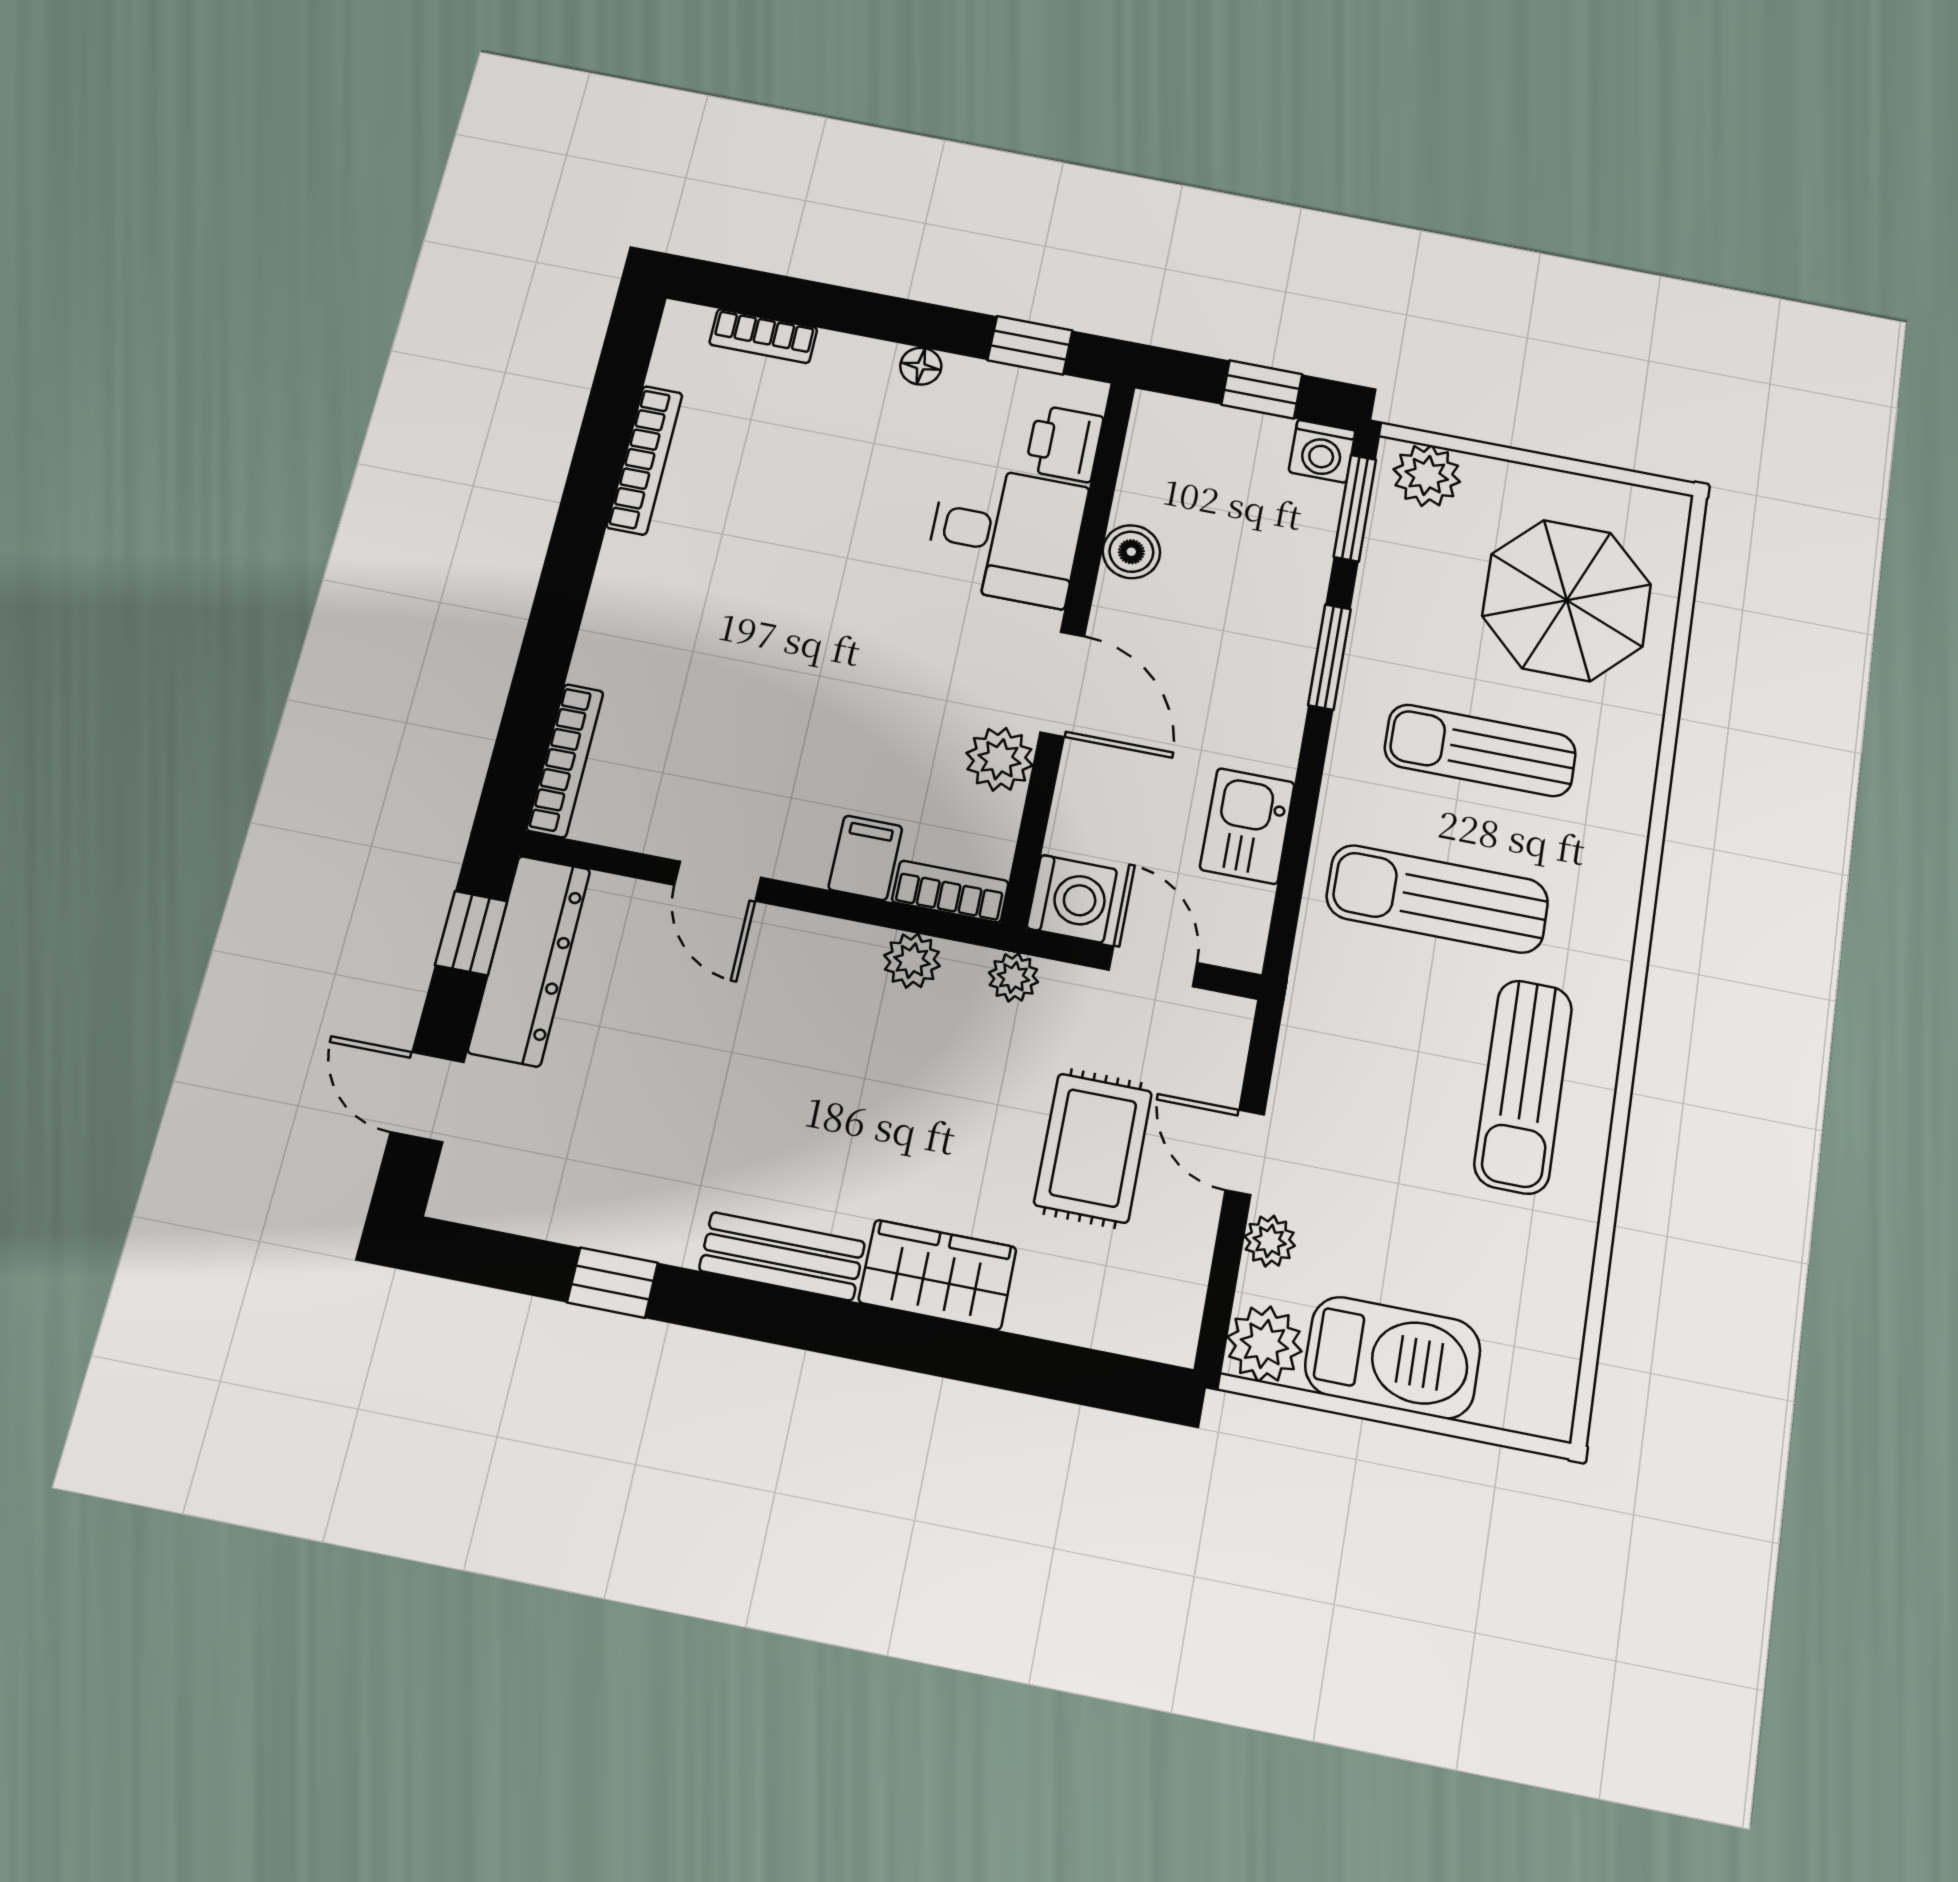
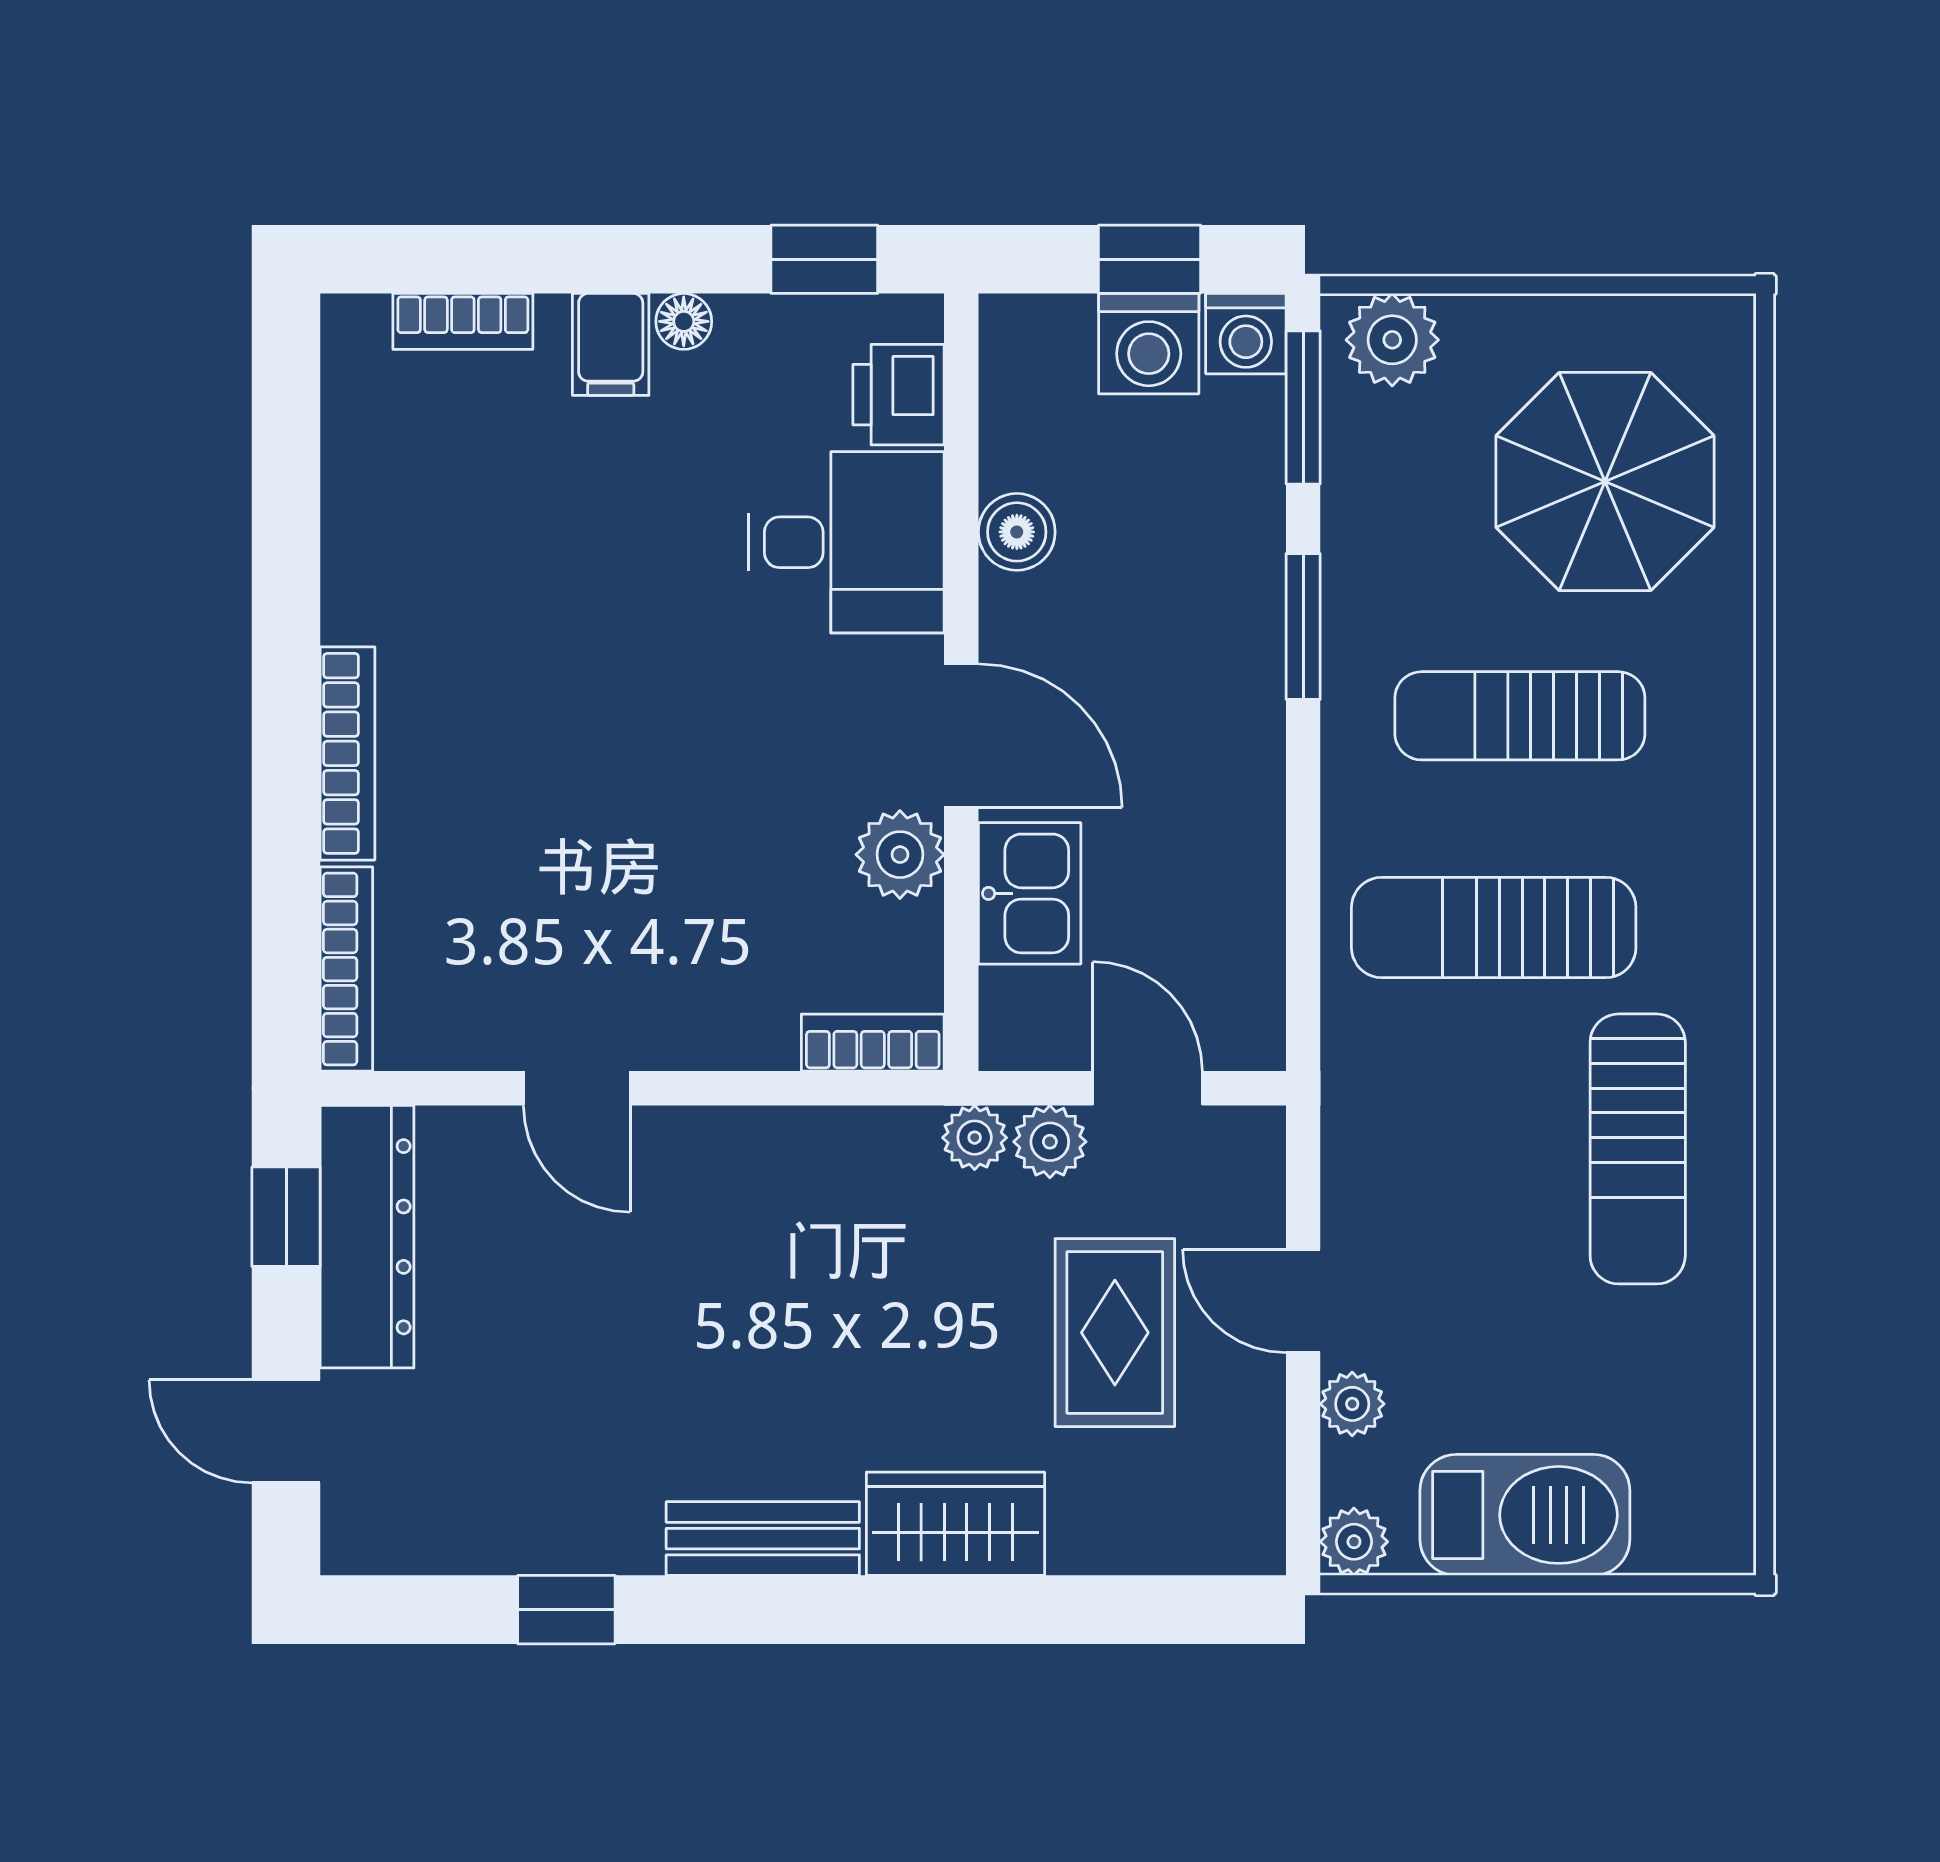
bookcase: (645, 460) -> (348, 753), moved
kitchen sink: (1247, 826) -> (1030, 893), moved, turned 180
filing cabinet: (865, 858) -> (611, 344), moved, turned 180
washing machine: (1072, 899) -> (1149, 344), moved, turned 90
plant: (912, 961) -> (1050, 1142), moved
plant: (1264, 1344) -> (1354, 1542), width x0.73, depth x0.73

